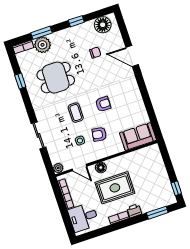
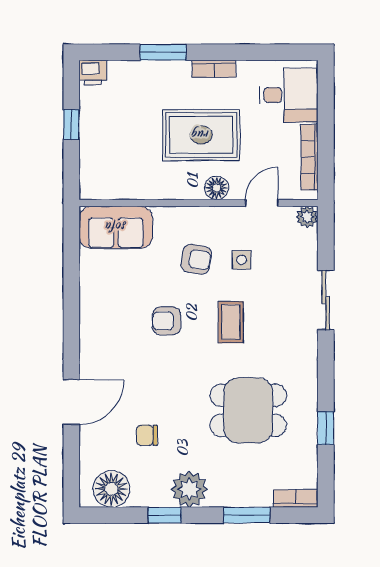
plant: (42, 45) -> (189, 489), moved
door: (132, 56) -> (71, 402), hinge flipped
door: (79, 168) -> (262, 203), hinge flipped
window: (176, 188) -> (71, 124), moved
printer: (134, 211) -> (93, 73), moved
window: (157, 213) -> (163, 52), moved

